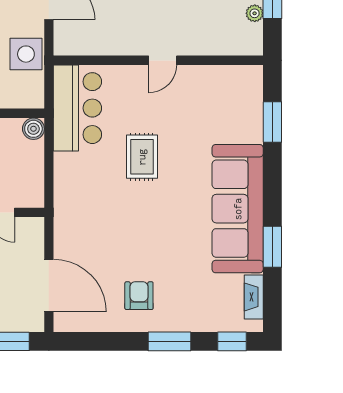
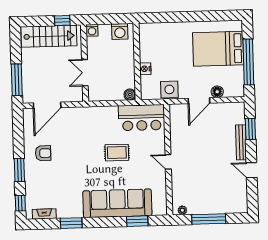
plant: (255, 13) -> (182, 210), moved
sofa: (238, 209) -> (117, 203), moved

